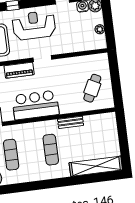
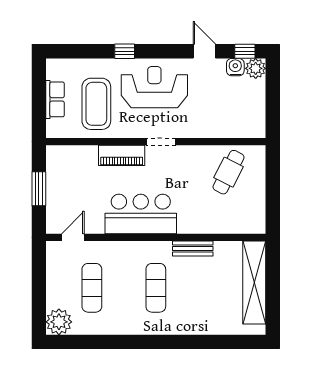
plant: (100, 29) -> (258, 107), removed
cafe table: (92, 88) -> (229, 172), moved
shelving: (96, 166) -> (254, 283), moved, turned 90

